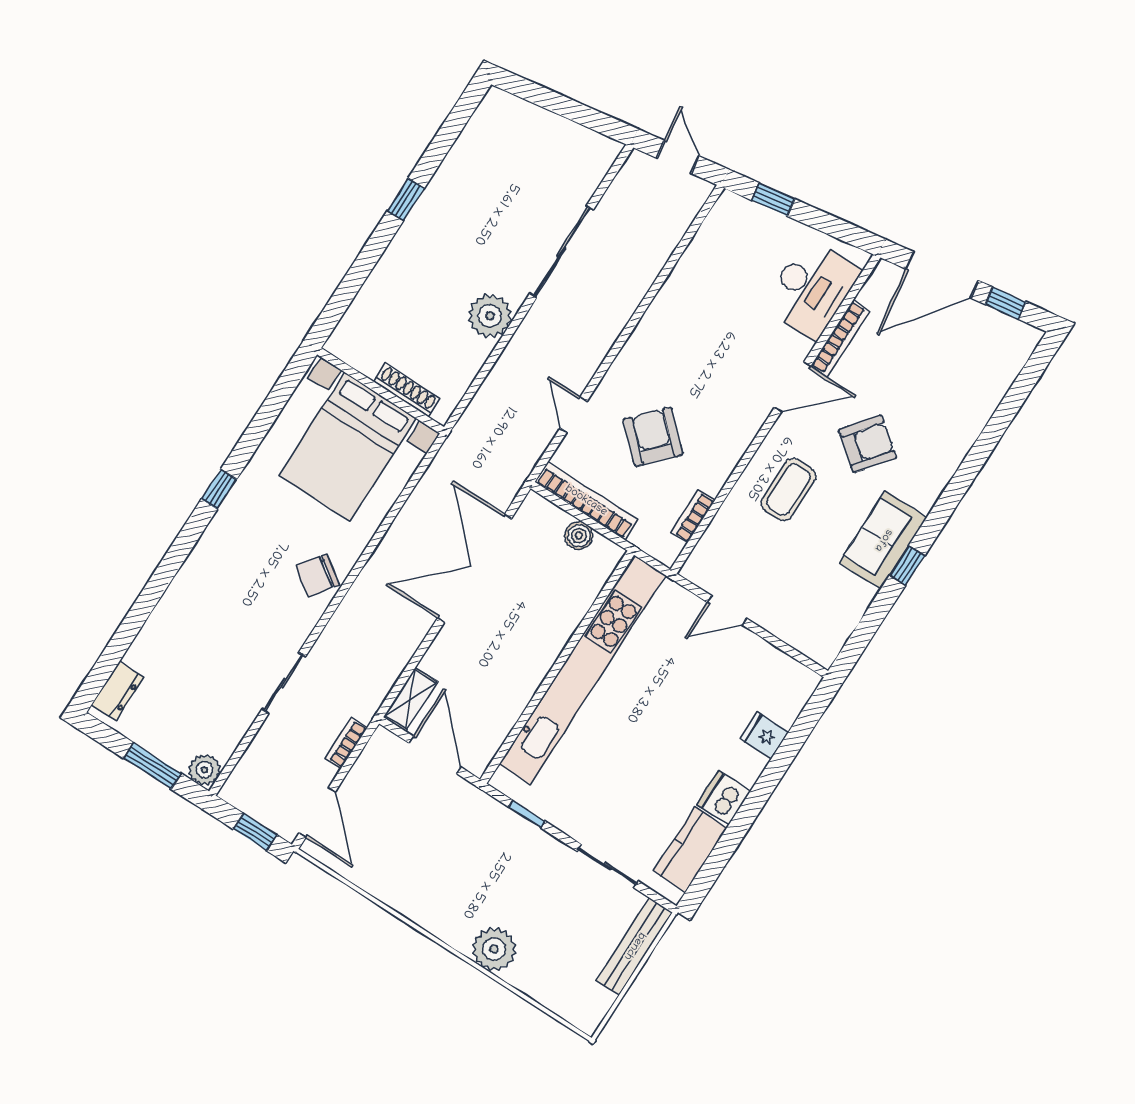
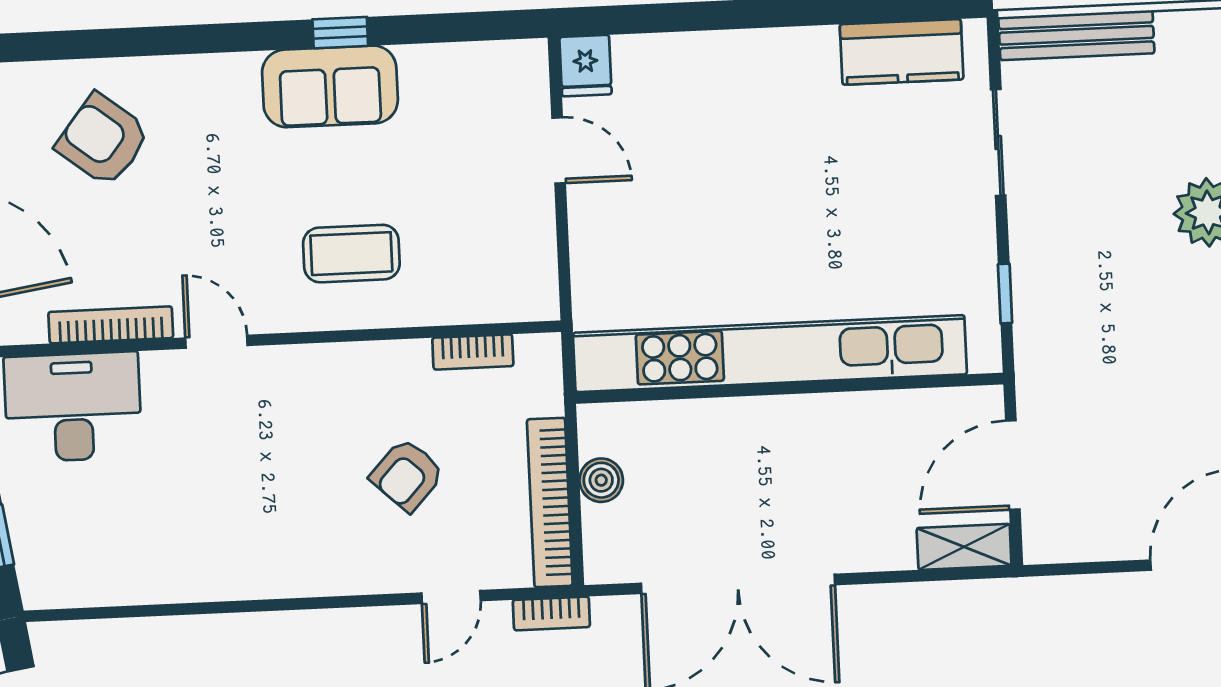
door: (793, 387) -> (216, 342), width x0.73
armchair: (653, 437) -> (407, 475), width x0.72, depth x0.72
armchair: (867, 444) -> (103, 140), moved
door: (727, 610) -> (559, 150), moved
fridge: (764, 735) -> (586, 66), moved
bookcase: (346, 743) -> (551, 613), moved
dishwasher: (724, 798) -> (805, 56), removed

